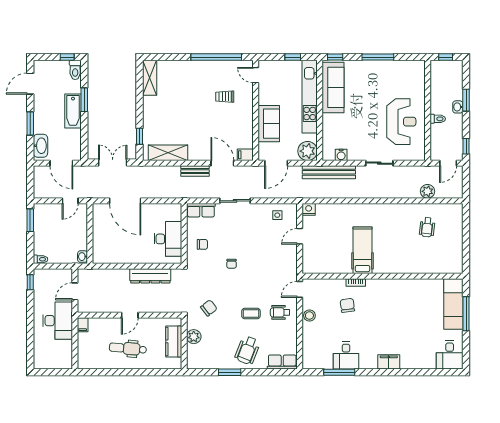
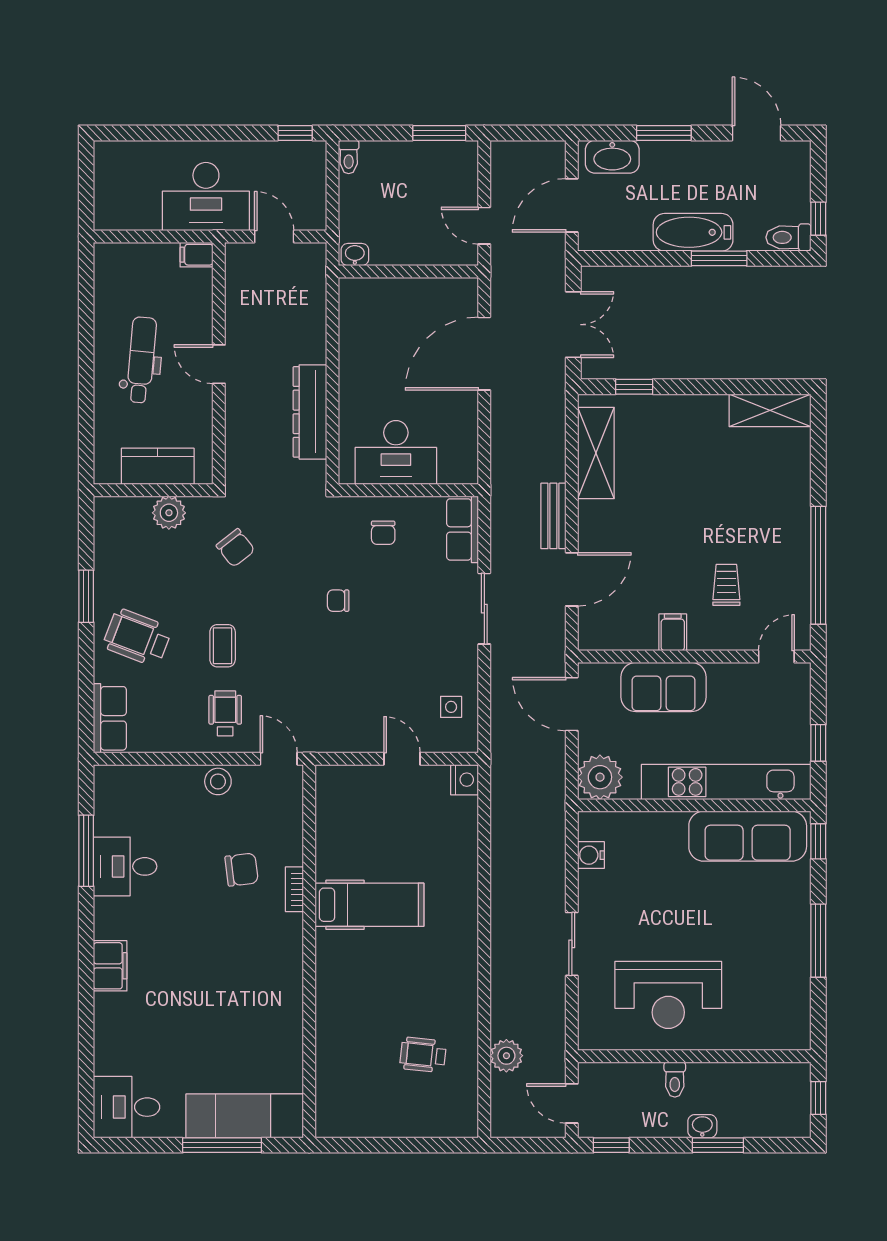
filing cabinet: (245, 155) -> (673, 632), moved
bench: (329, 172) -> (551, 827), removed

